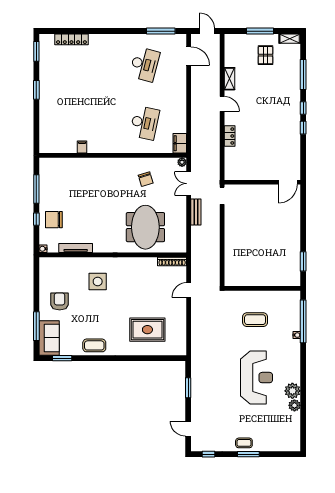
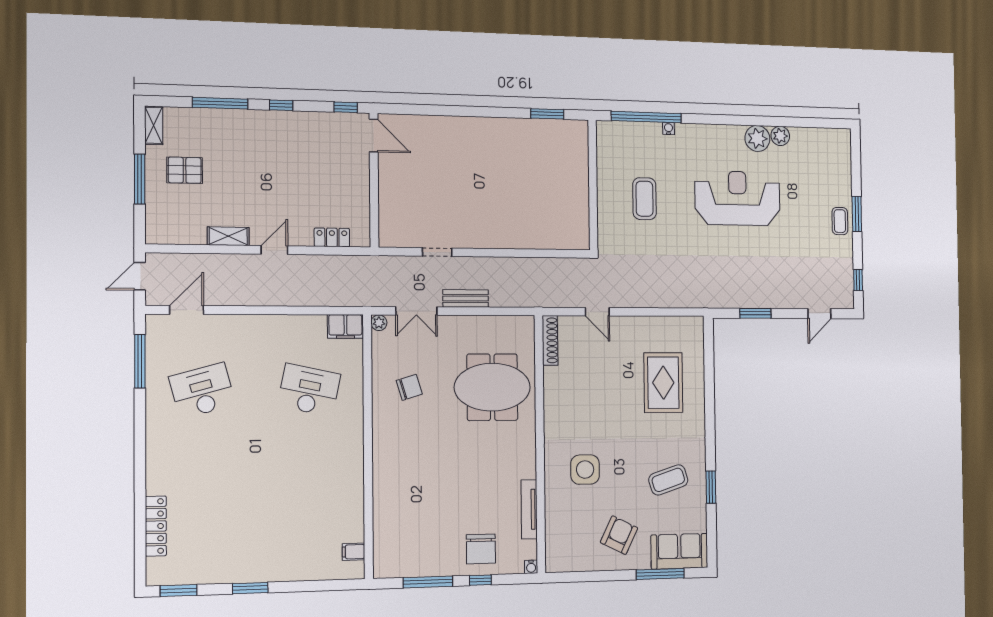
desk: (145, 64) -> (202, 391), turned -30
window: (303, 128) -> (346, 107), moved
filing cabinet: (82, 147) -> (354, 552), moved
wall: (262, 182) -> (374, 180), moved
door: (288, 182) -> (374, 135), moved
armchair: (60, 301) -> (619, 535), turned 116
coffee table: (94, 345) -> (668, 480), moved, turned 72
window: (62, 358) -> (711, 487), moved

